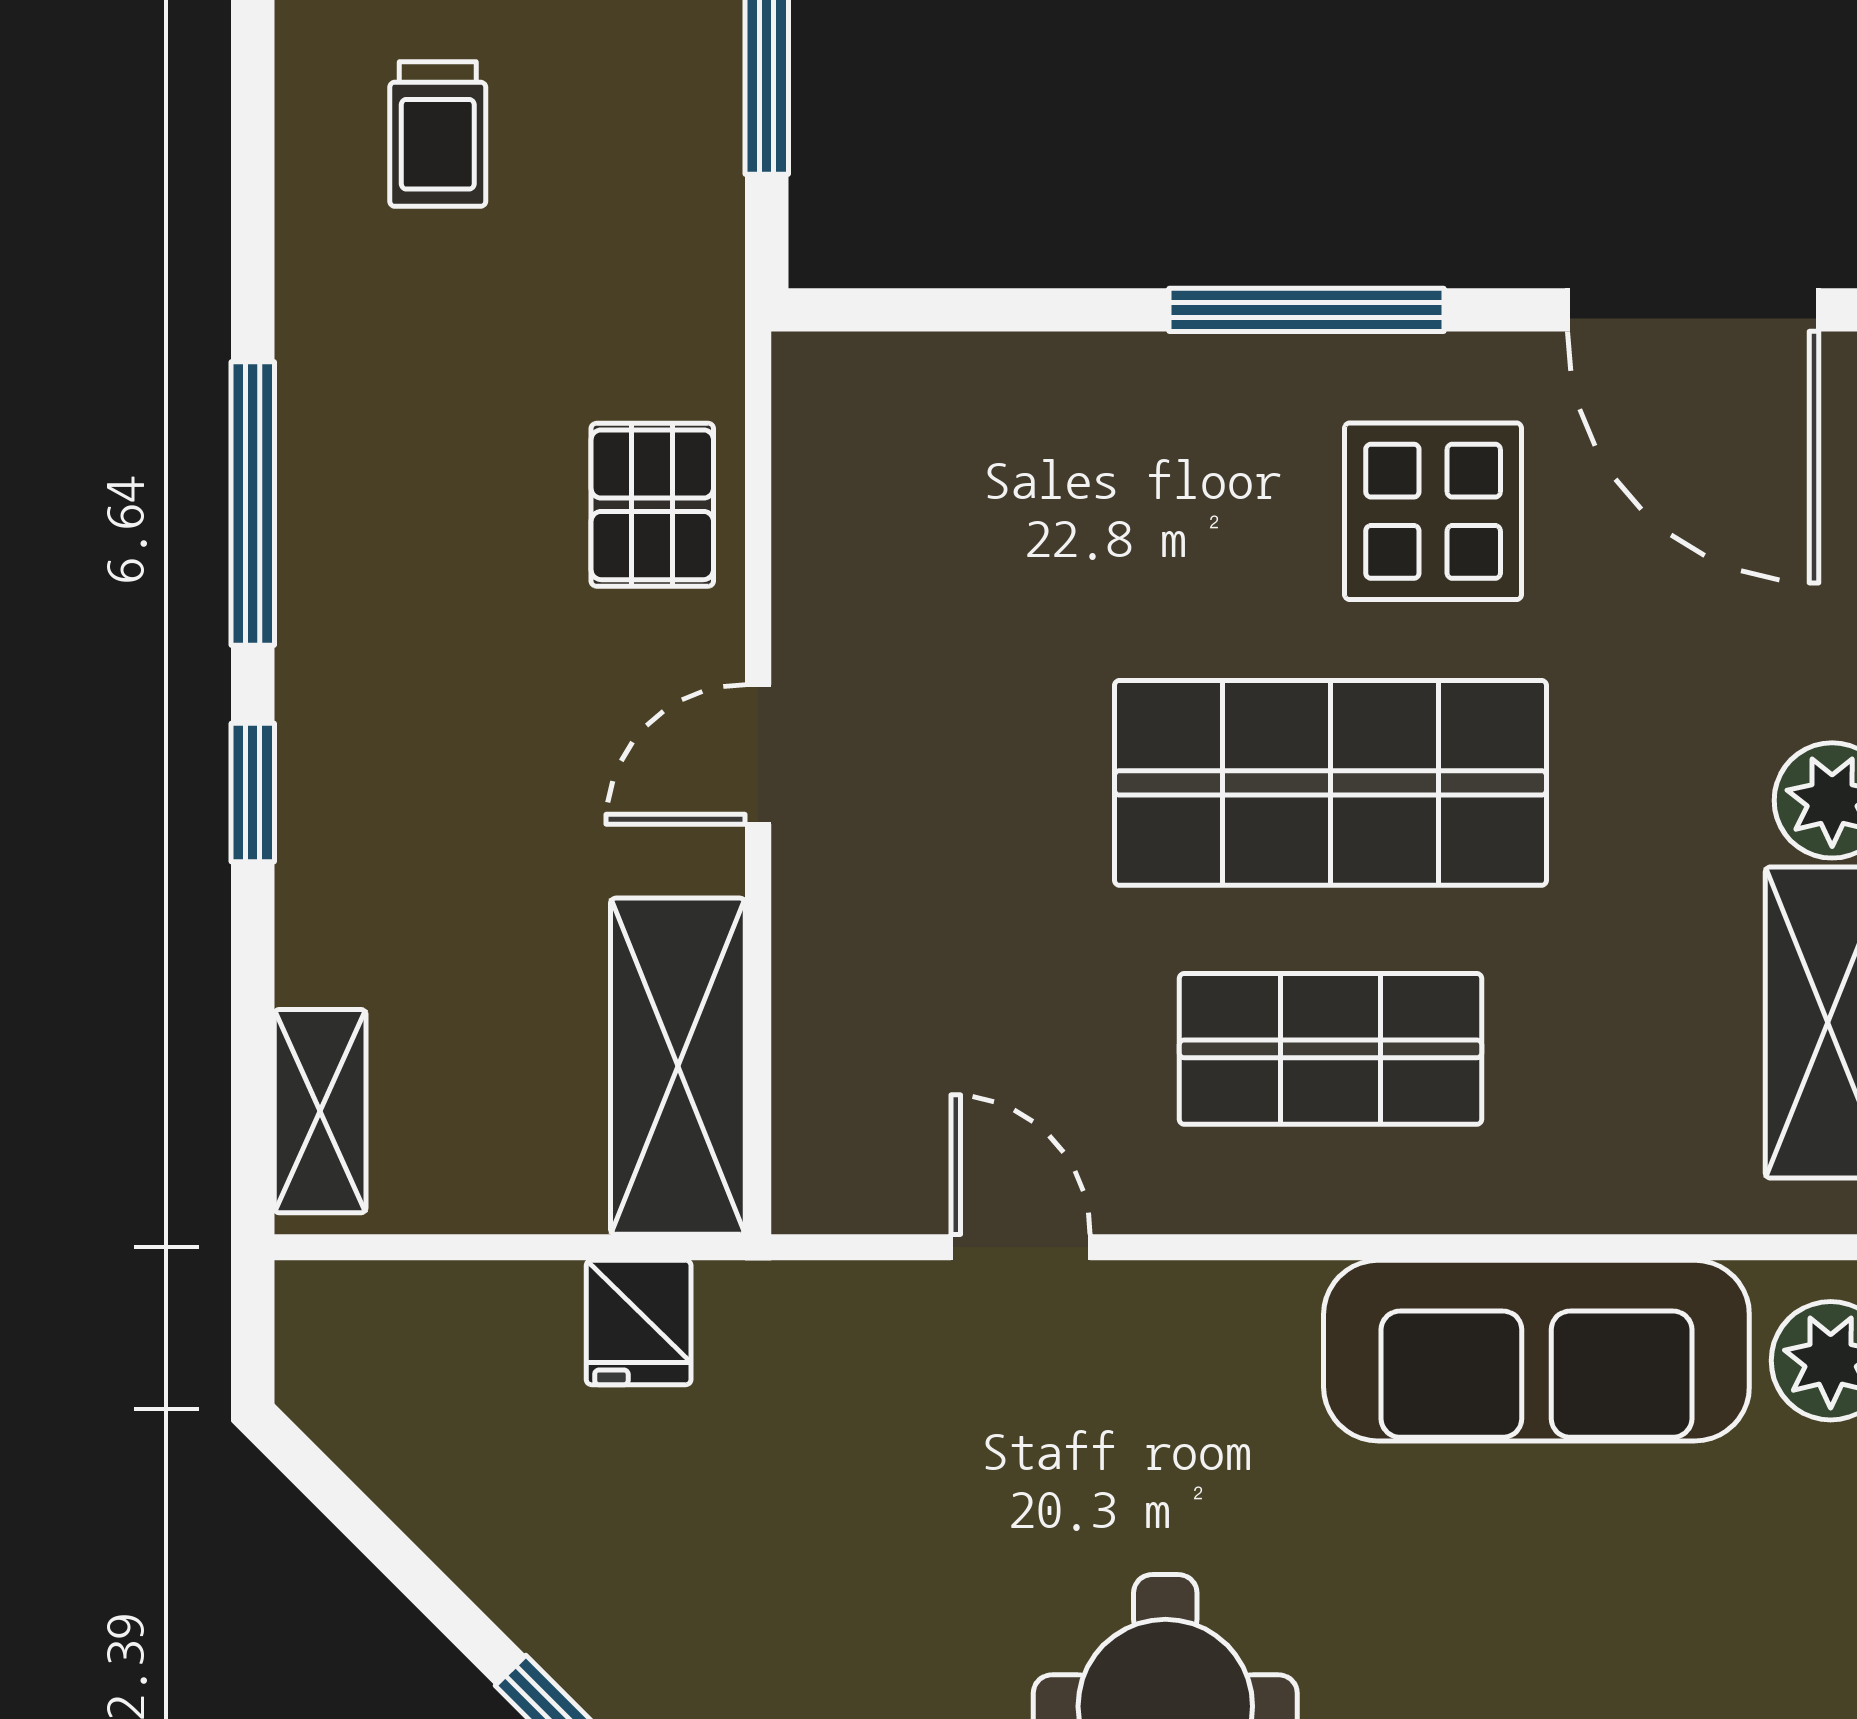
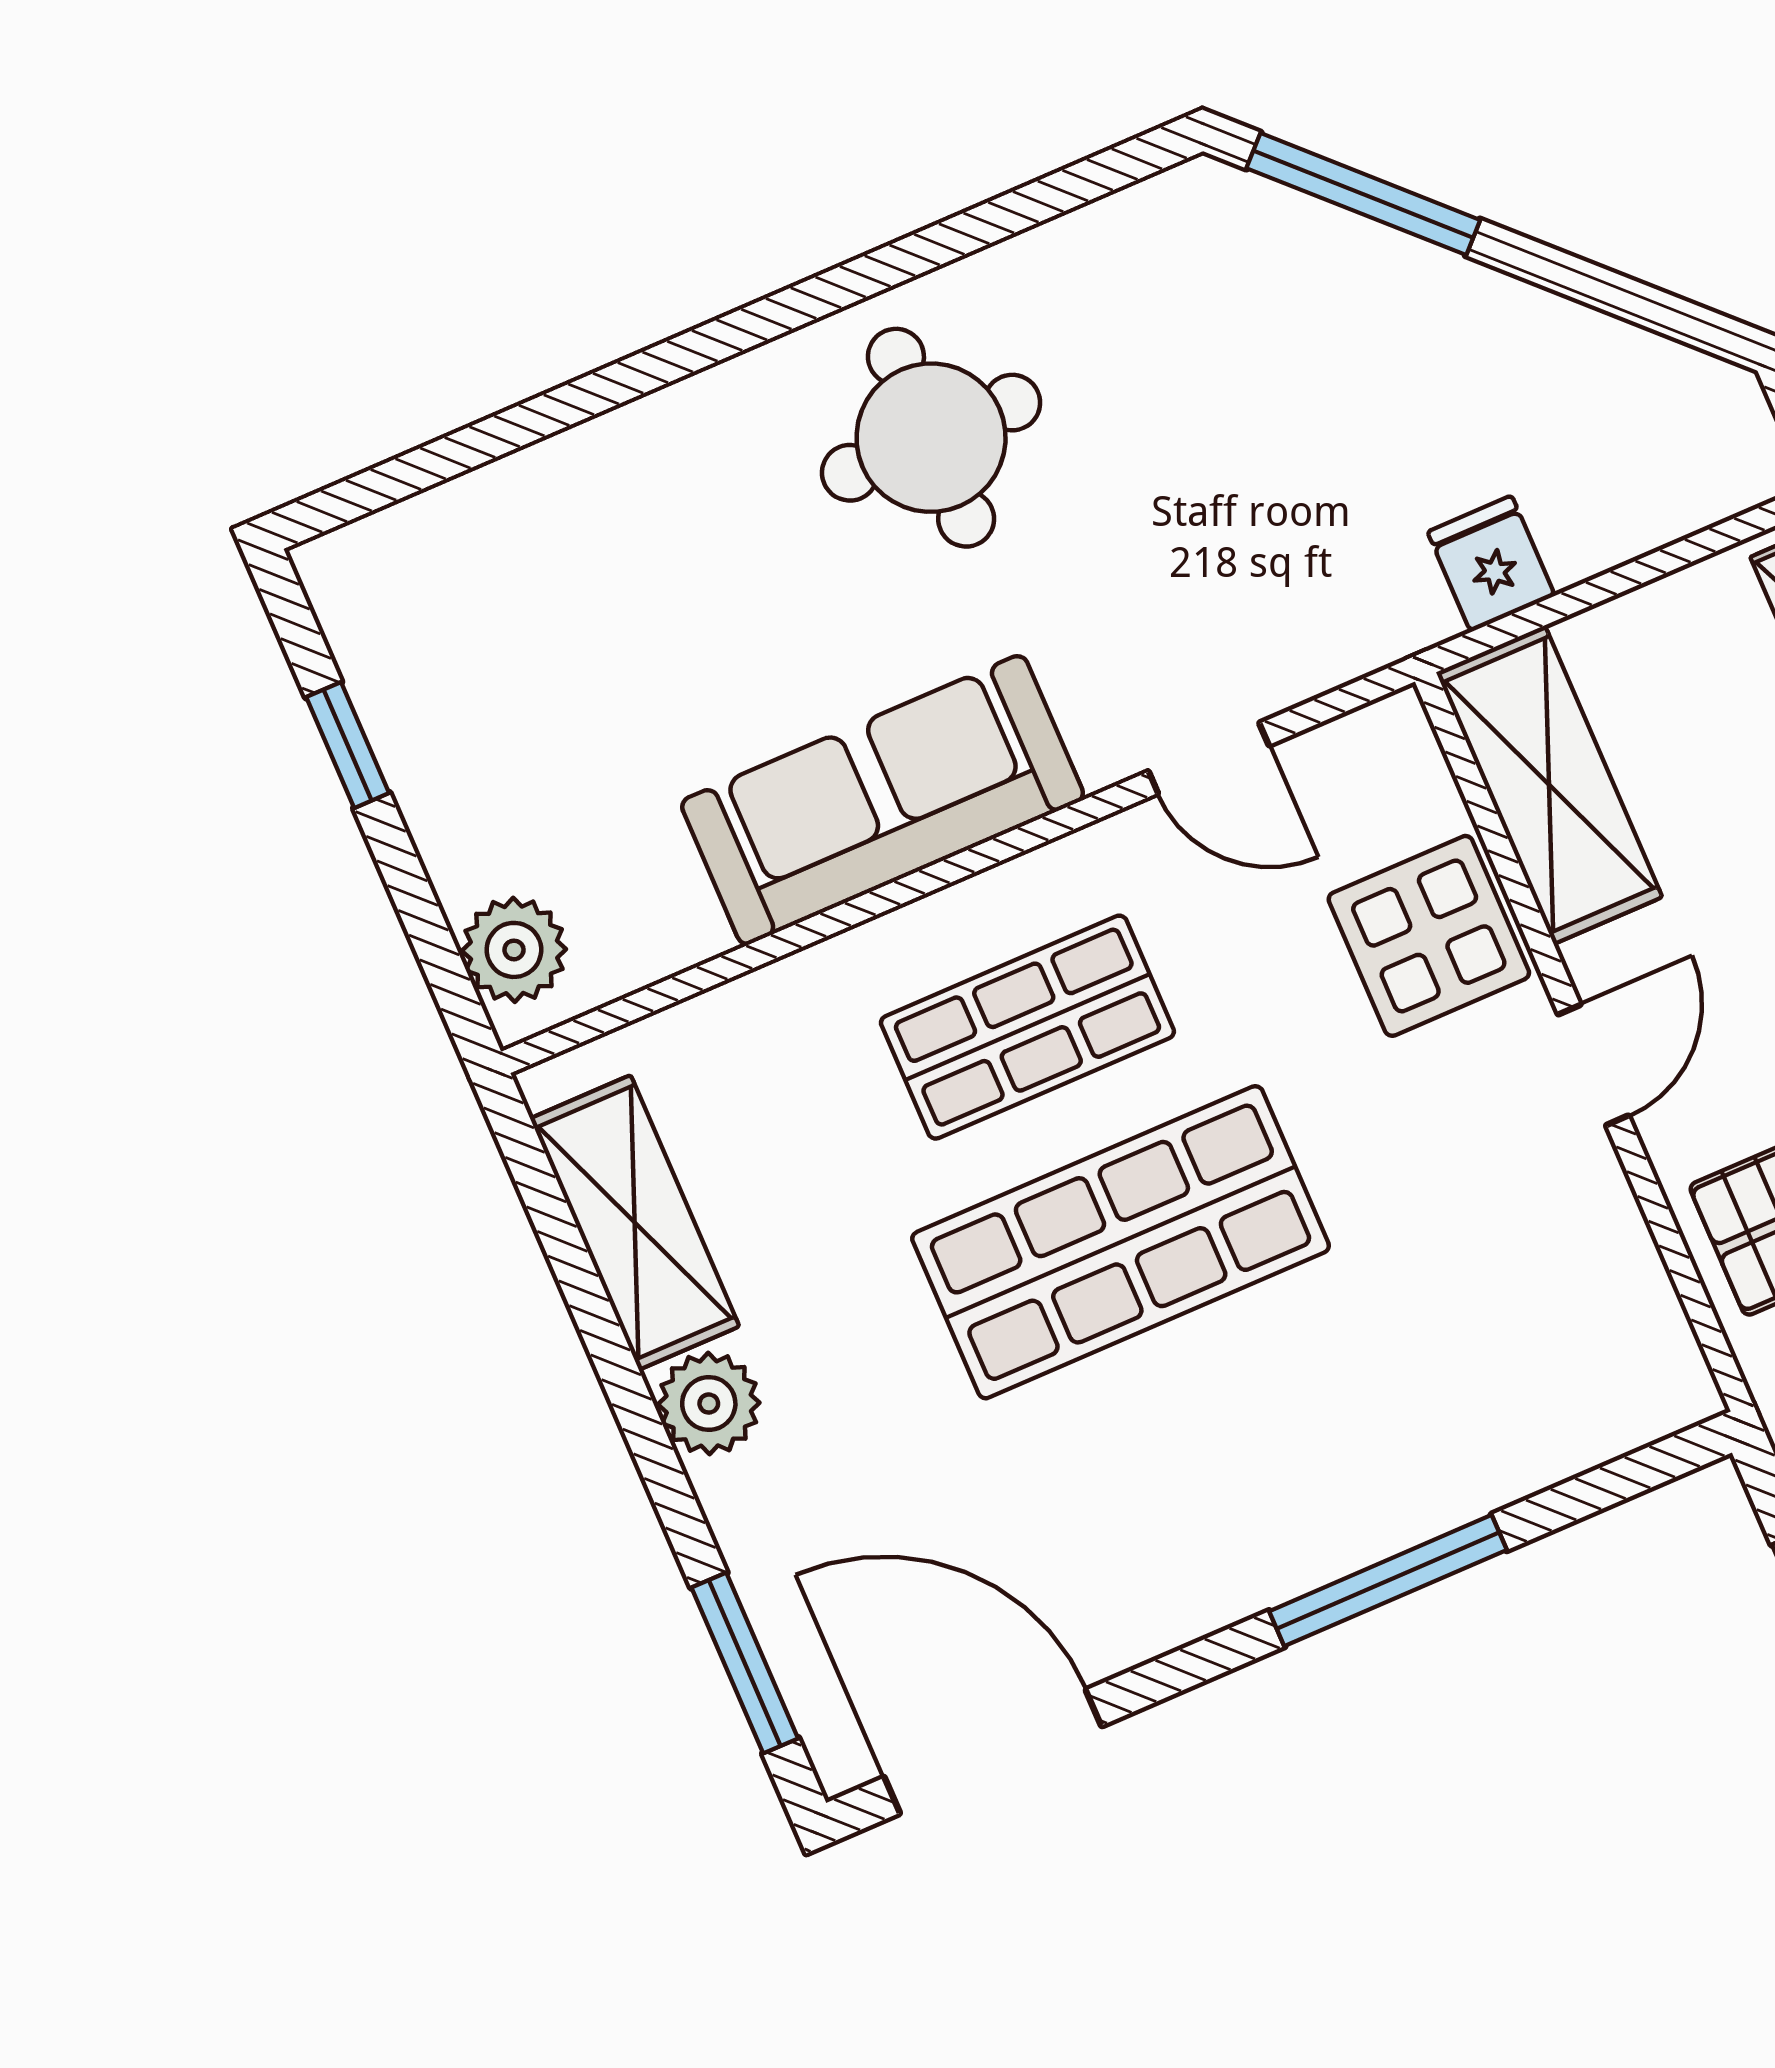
window: (1307, 310) -> (1388, 1581), moved
display table: (1433, 511) -> (1429, 936), moved
sofa: (1536, 1351) -> (883, 800), moved

